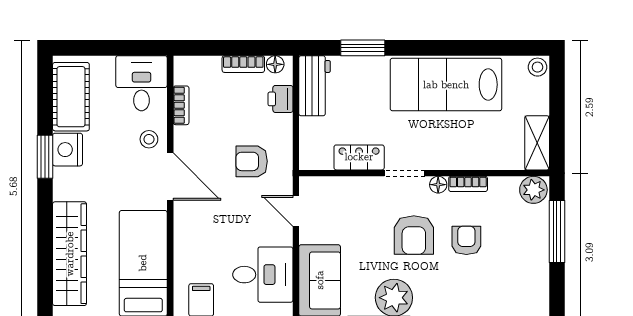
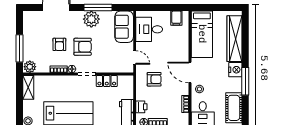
nightstand: (68, 150) -> (235, 70), moved
window: (45, 157) -> (245, 81), width x1.44
armchair: (414, 235) -> (83, 47), turned 90

